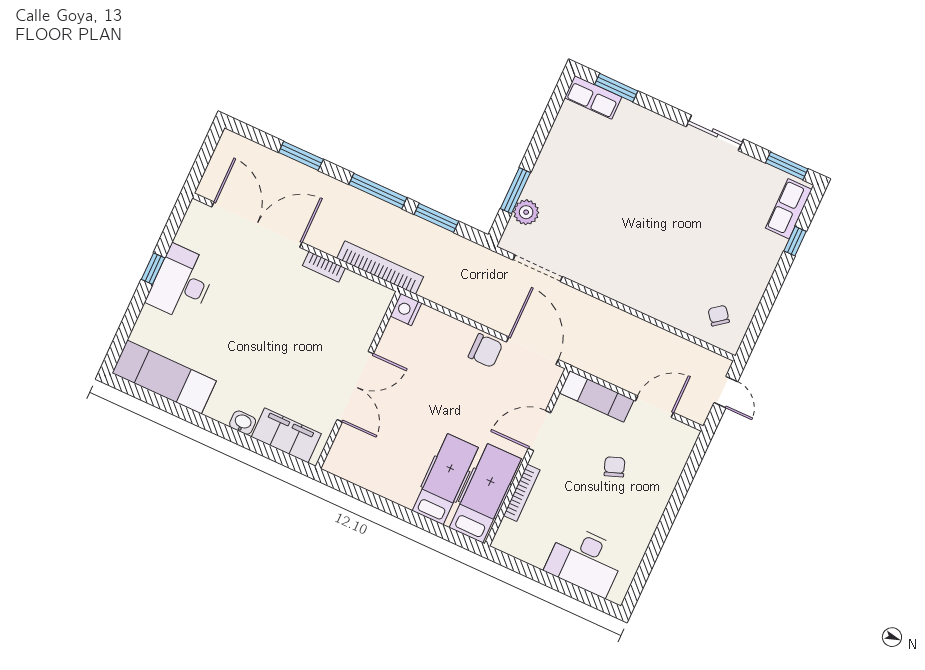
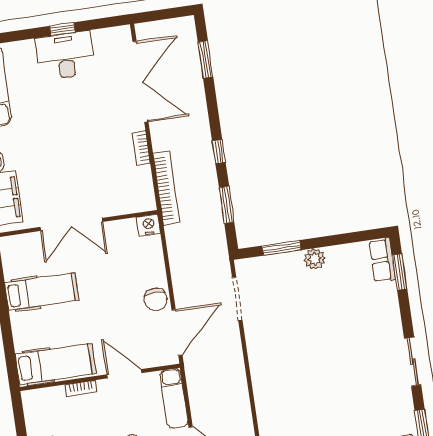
window: (301, 156) -> (205, 59), moved
window: (378, 191) -> (219, 152), width x0.46
plant: (526, 212) -> (315, 259), moved
hospital bed: (445, 479) -> (42, 292), moved
bookcase: (522, 493) -> (81, 388), width x0.64

